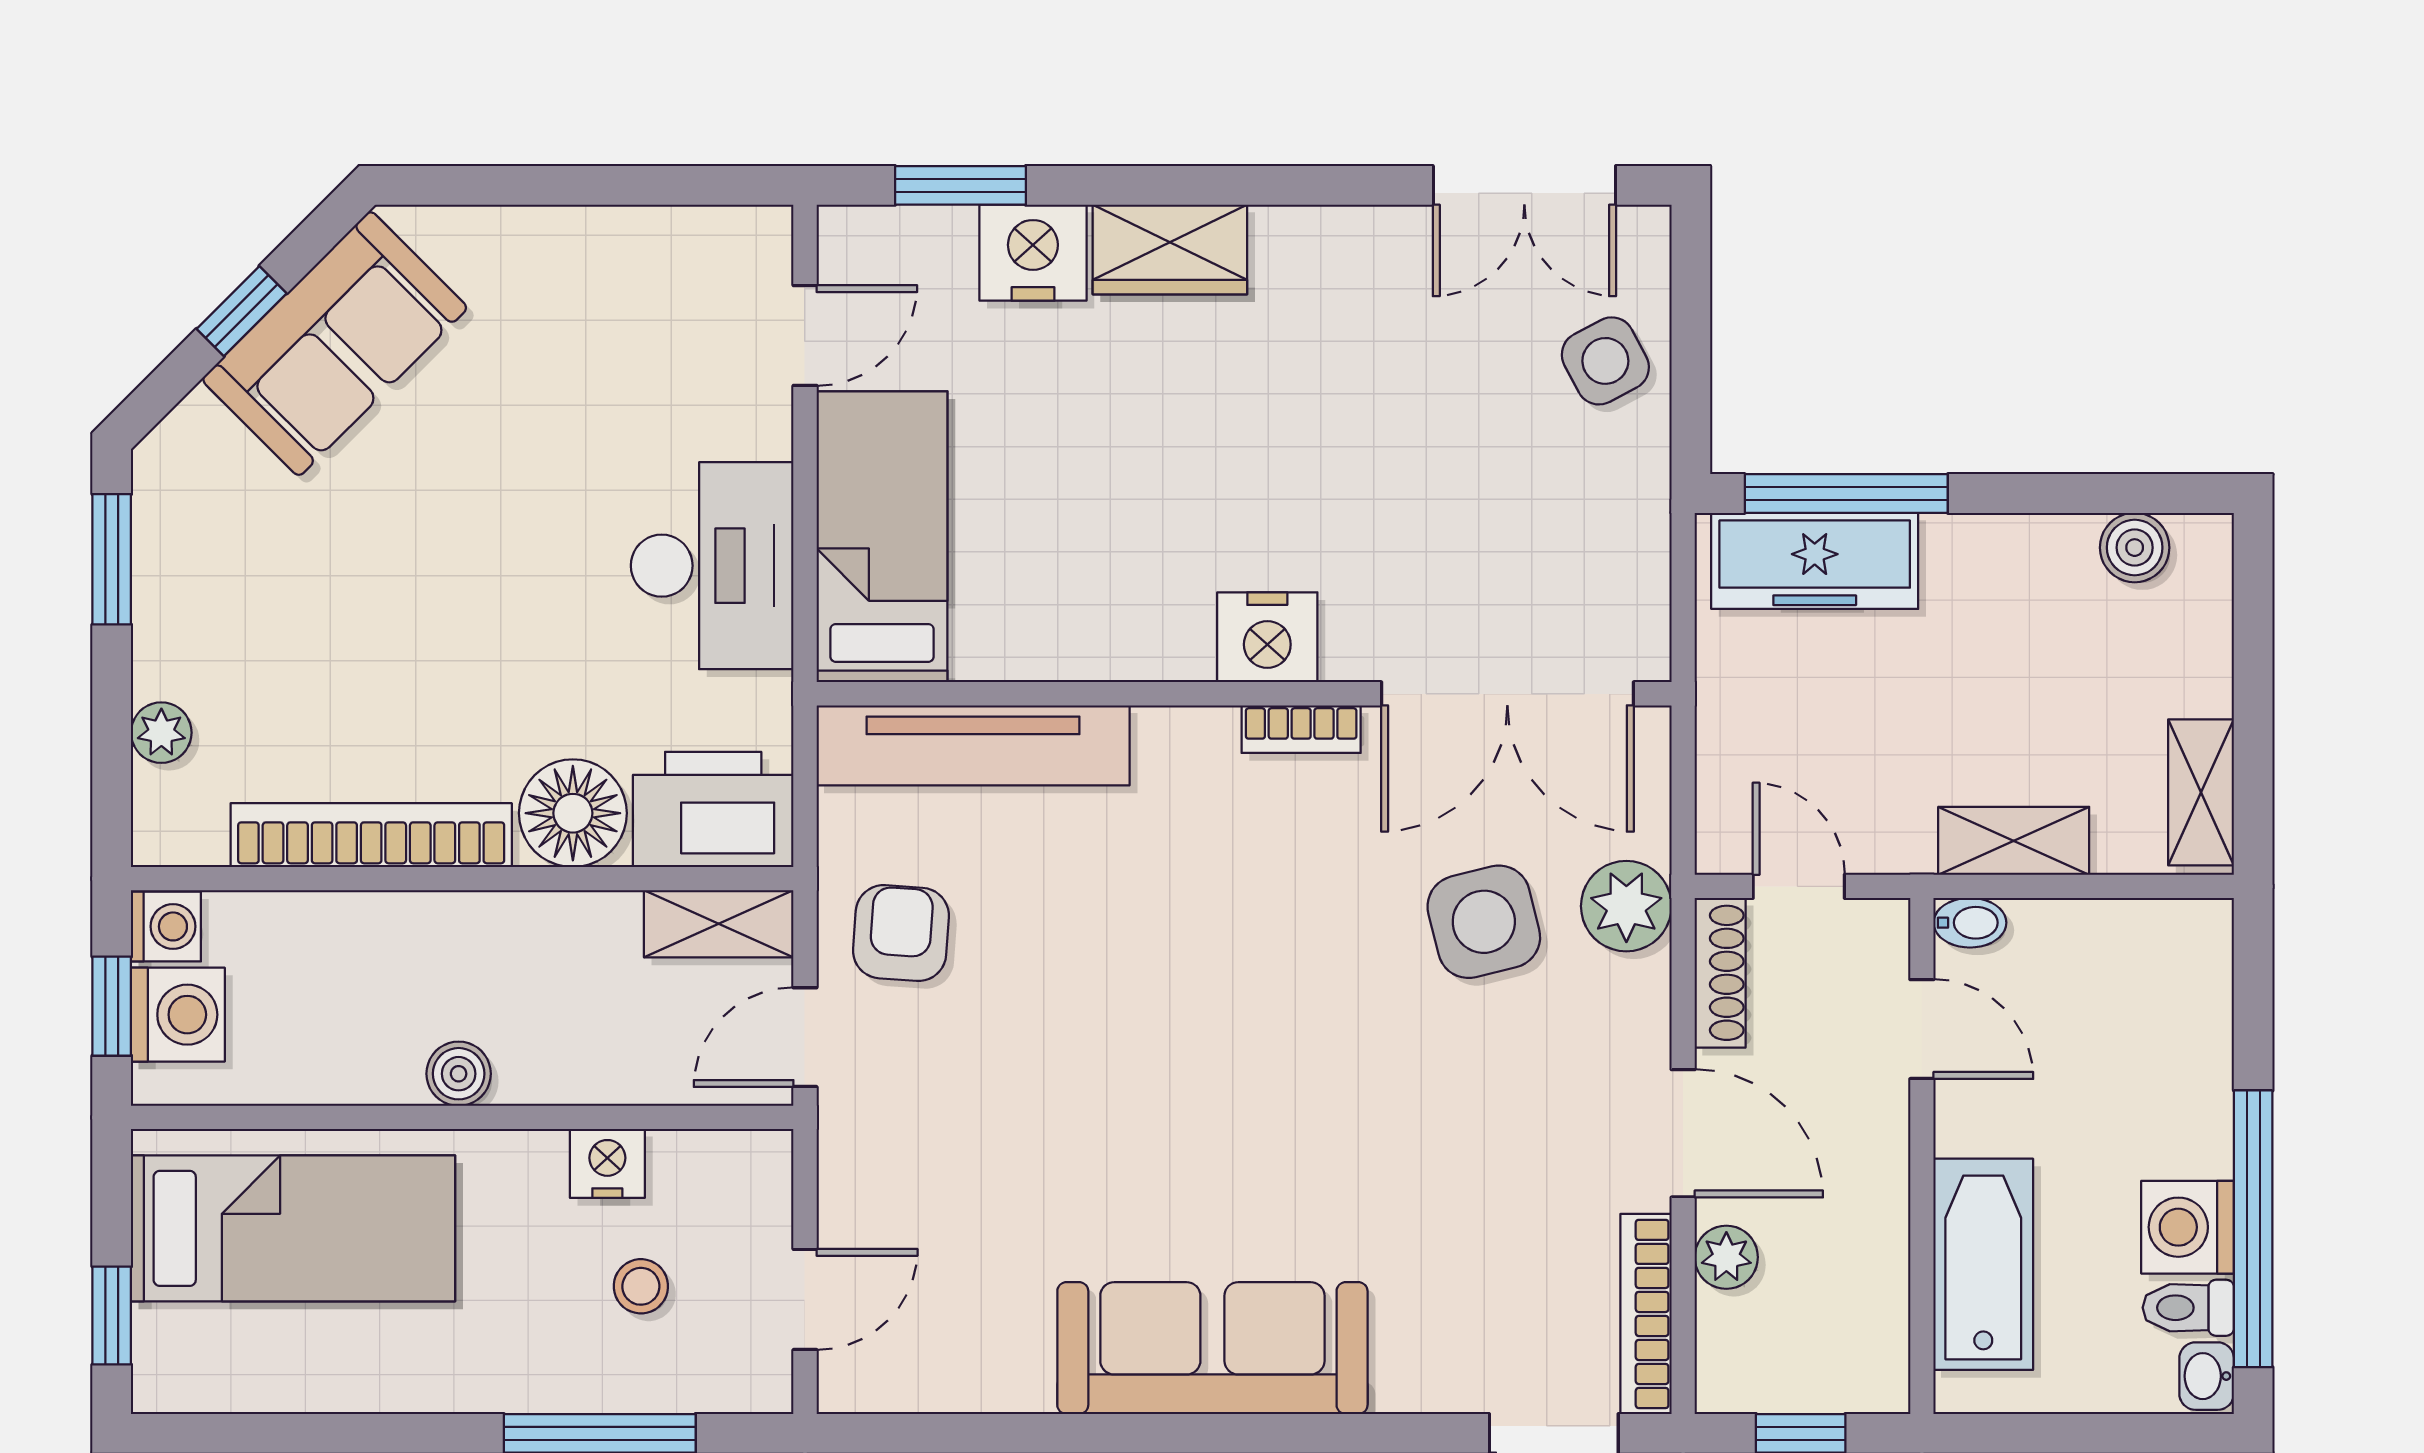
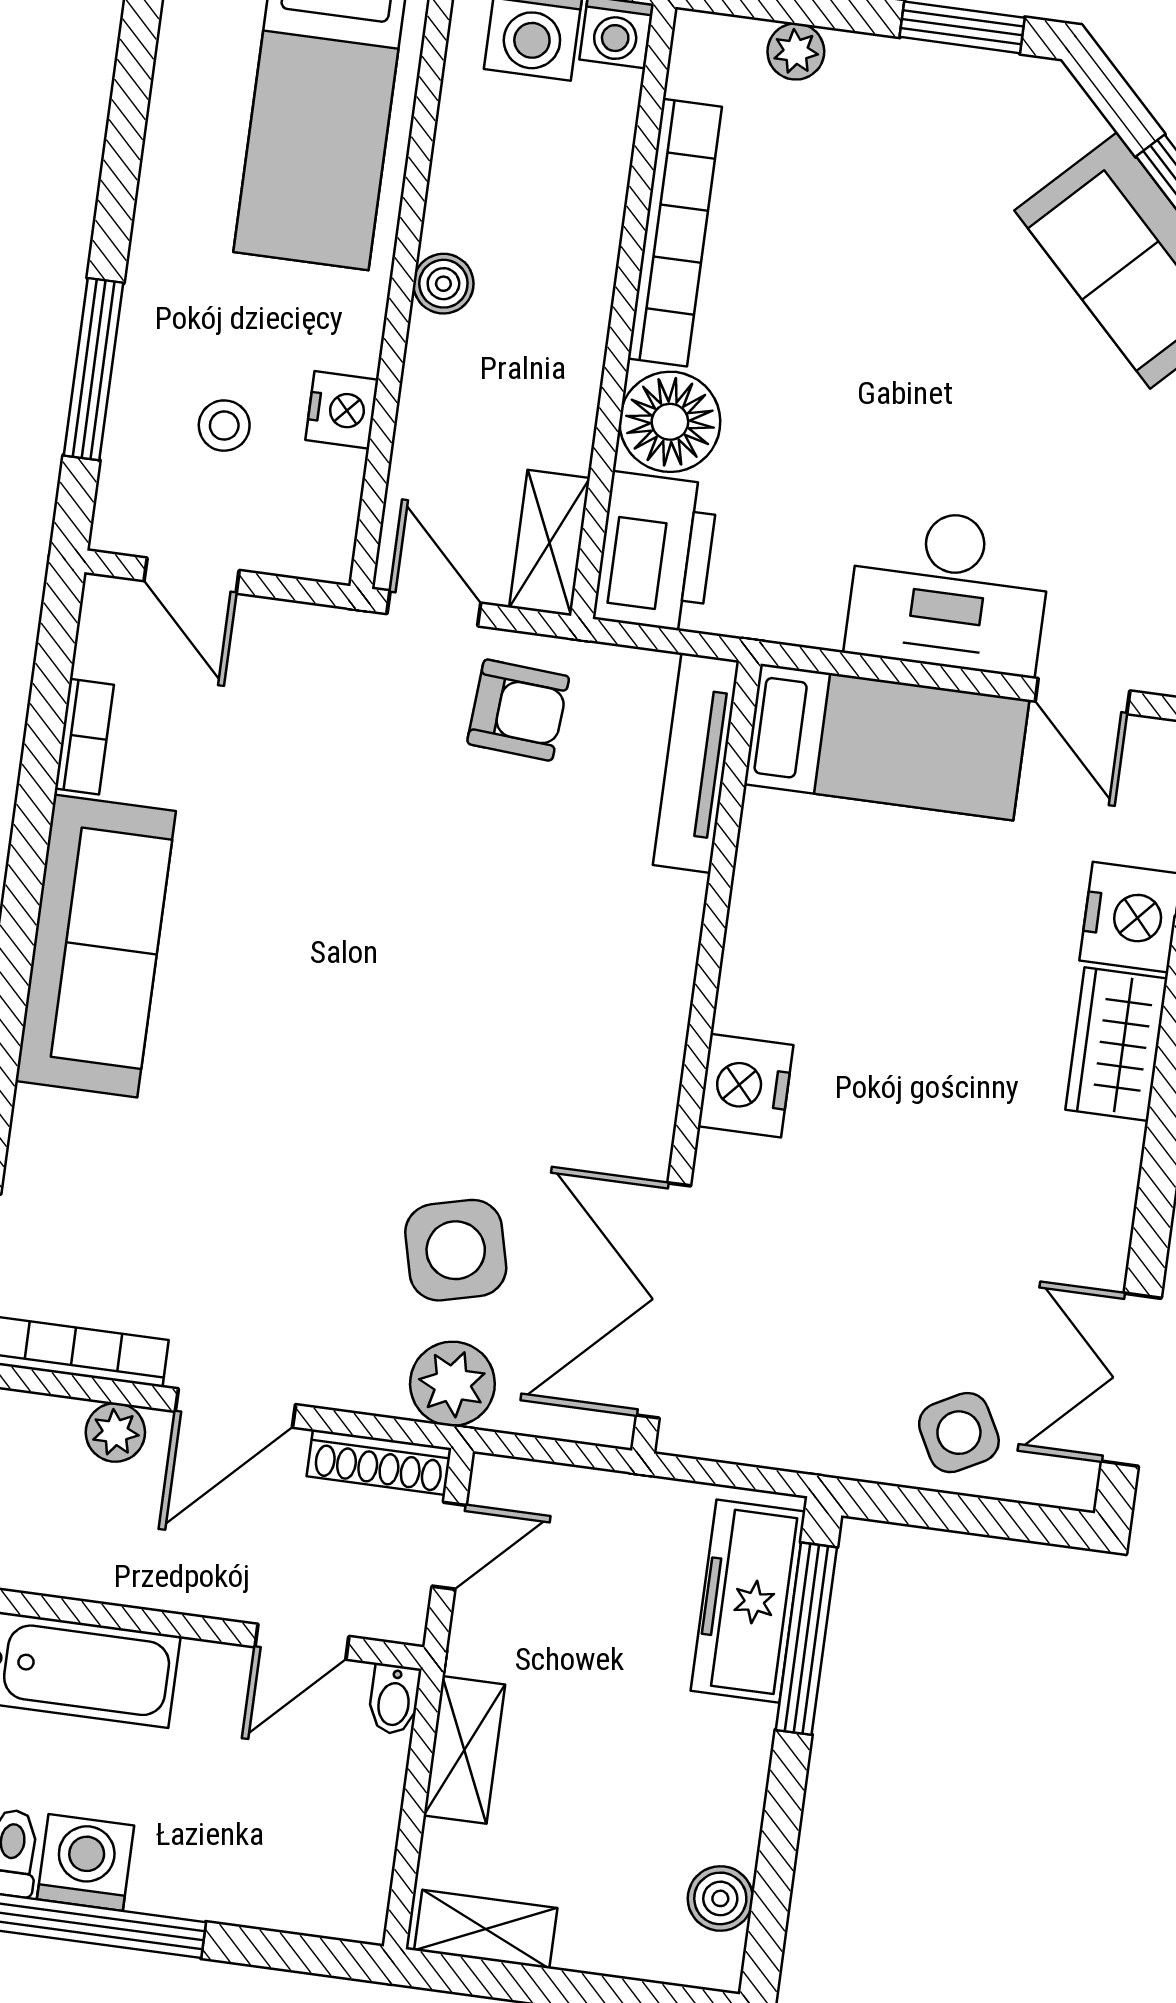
desk: (712, 566) -> (949, 591), moved
bookcase: (1301, 729) -> (84, 737), moved, turned 180
tv unit: (973, 745) -> (696, 763), width x0.73, depth x0.78

